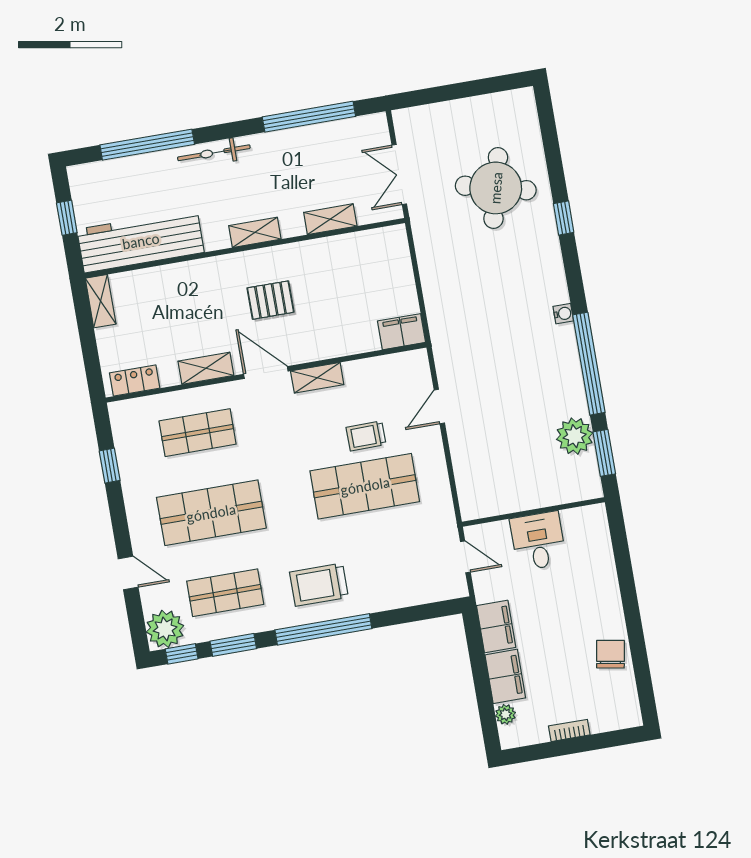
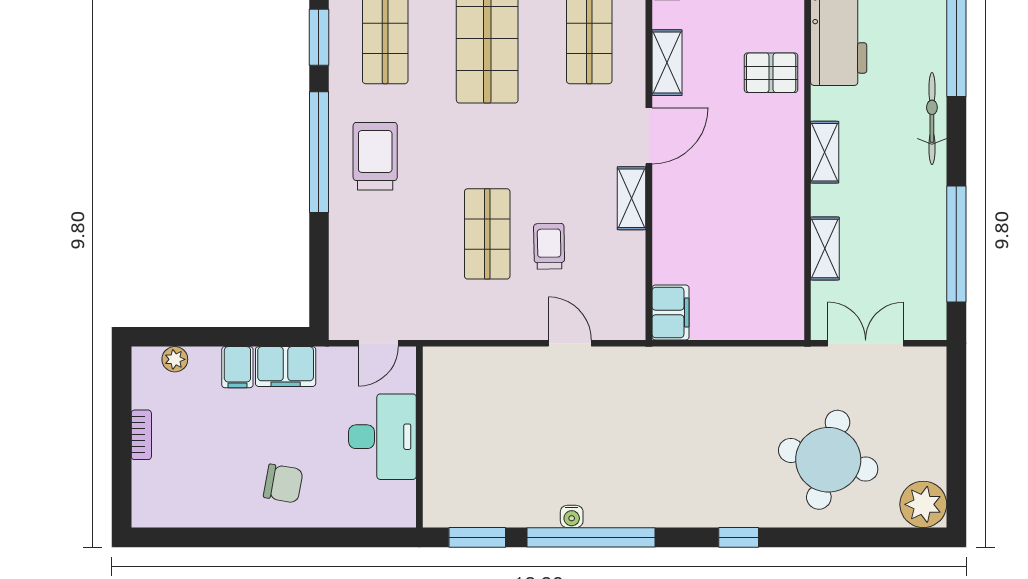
window: (564, 218) -> (739, 537), moved
pallet: (270, 300) -> (771, 73), moved, turned 90
water cooler: (563, 314) -> (572, 516), moved
plant: (575, 436) -> (923, 504), moved
shop shelf: (365, 486) -> (487, 234), width x0.70, depth x0.74
desk: (538, 541) -> (382, 437), width x1.37
chair: (610, 654) -> (283, 484), moved
filing cabinet: (505, 676) -> (237, 367), width x0.50

